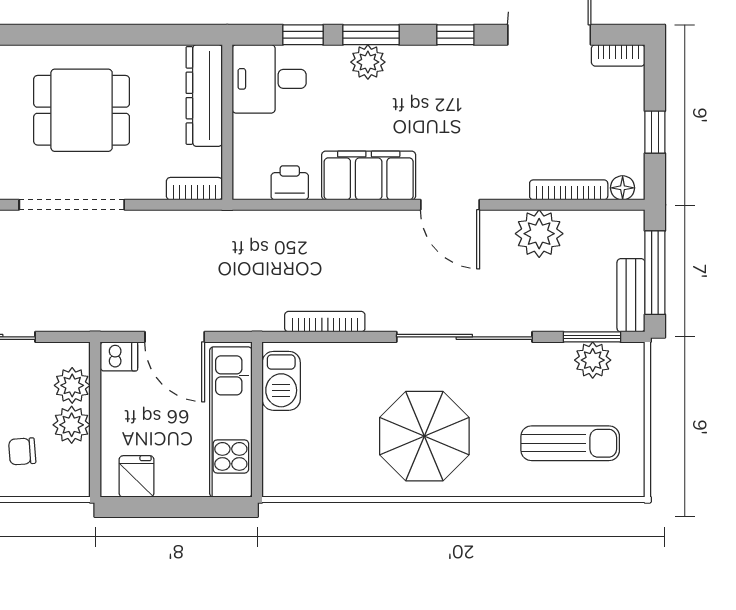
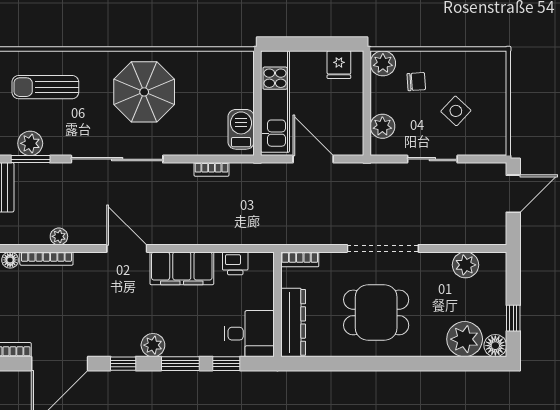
plant: (368, 62) -> (153, 345), moved
plant: (539, 234) -> (59, 236), width x0.53, depth x0.53
bookcase: (325, 322) -> (211, 169), width x0.64
dishwasher: (119, 356) -> (351, 146), removed
plant: (72, 425) -> (383, 63), moved

